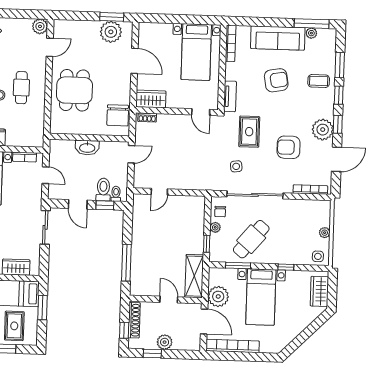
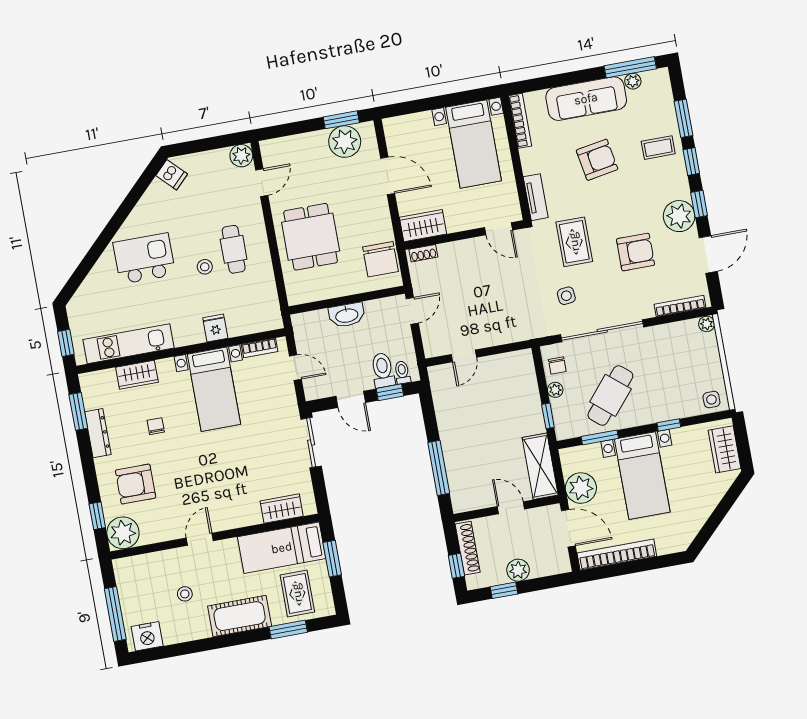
armchair: (289, 147) -> (636, 252), turned 180
plant: (325, 233) -> (707, 324), moved

